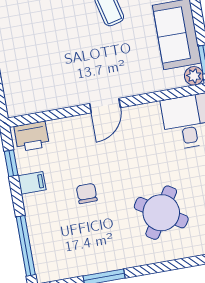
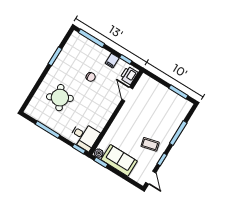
door: (105, 106) -> (127, 94), moved
round table: (161, 213) -> (60, 98), turned 31

